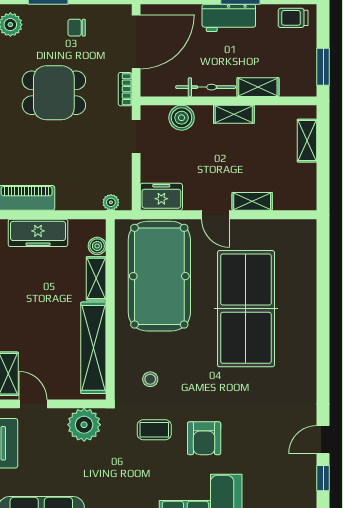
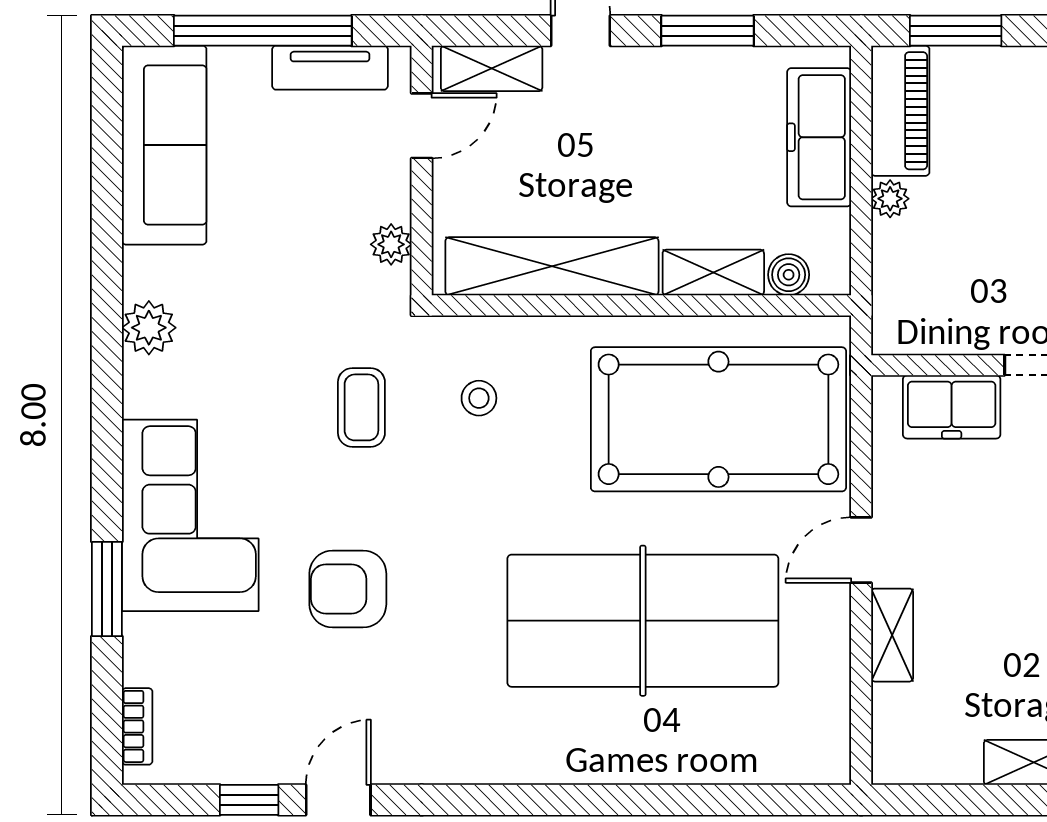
freezer: (161, 197) -> (952, 407), moved, turned 90
plant: (111, 202) -> (890, 199), moved
plant: (84, 425) -> (391, 244), width x0.53, depth x0.53
armchair: (204, 438) -> (348, 589), moved
door: (323, 440) -> (338, 800), hinge flipped

